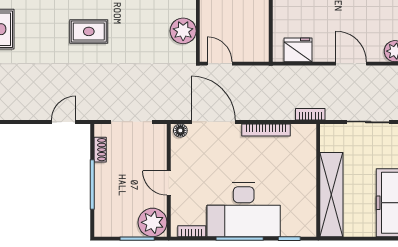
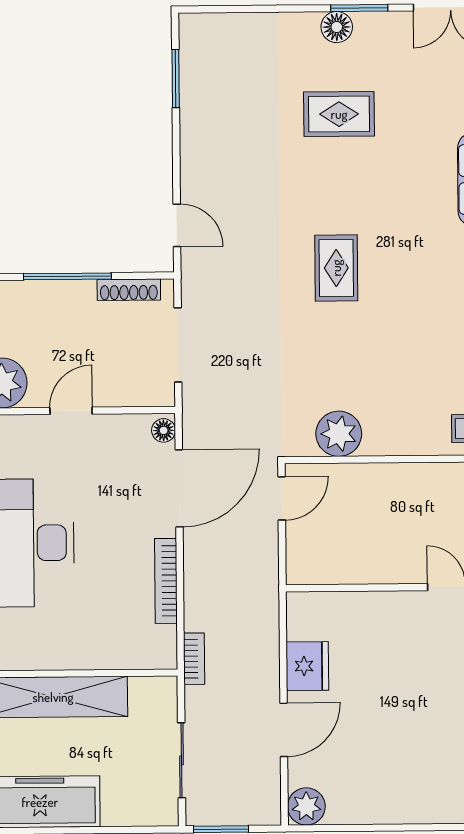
fridge: (298, 50) -> (307, 666), moved
shoe rack: (100, 150) -> (129, 290), width x1.43

